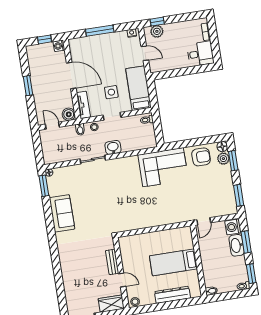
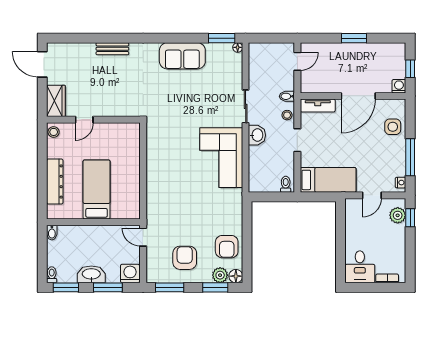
window: (100, 31) -> (410, 157), moved
side table: (111, 92) -> (393, 127), moved
boiler: (69, 114) -> (309, 85), removed
corner sofa: (163, 167) -> (221, 158), moved
armchair: (215, 187) -> (185, 258), added
washbasin: (237, 245) -> (91, 274), moved
bench: (112, 262) -> (112, 49), moved

